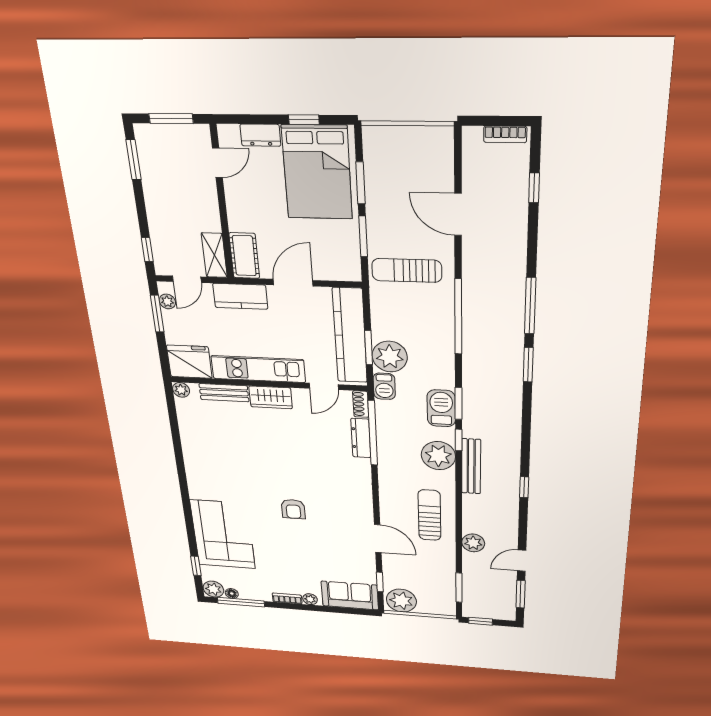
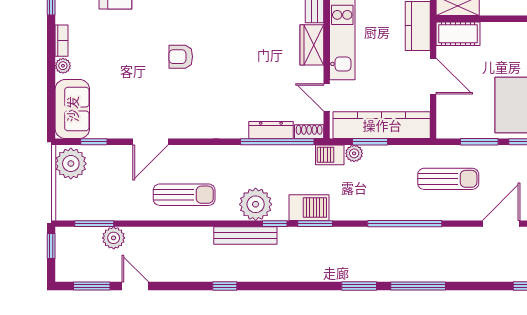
sun lounger: (407, 270) -> (448, 179), turned 90
plant: (390, 357) -> (354, 153), width x0.53, depth x0.53
plant: (473, 543) -> (114, 238), moved

